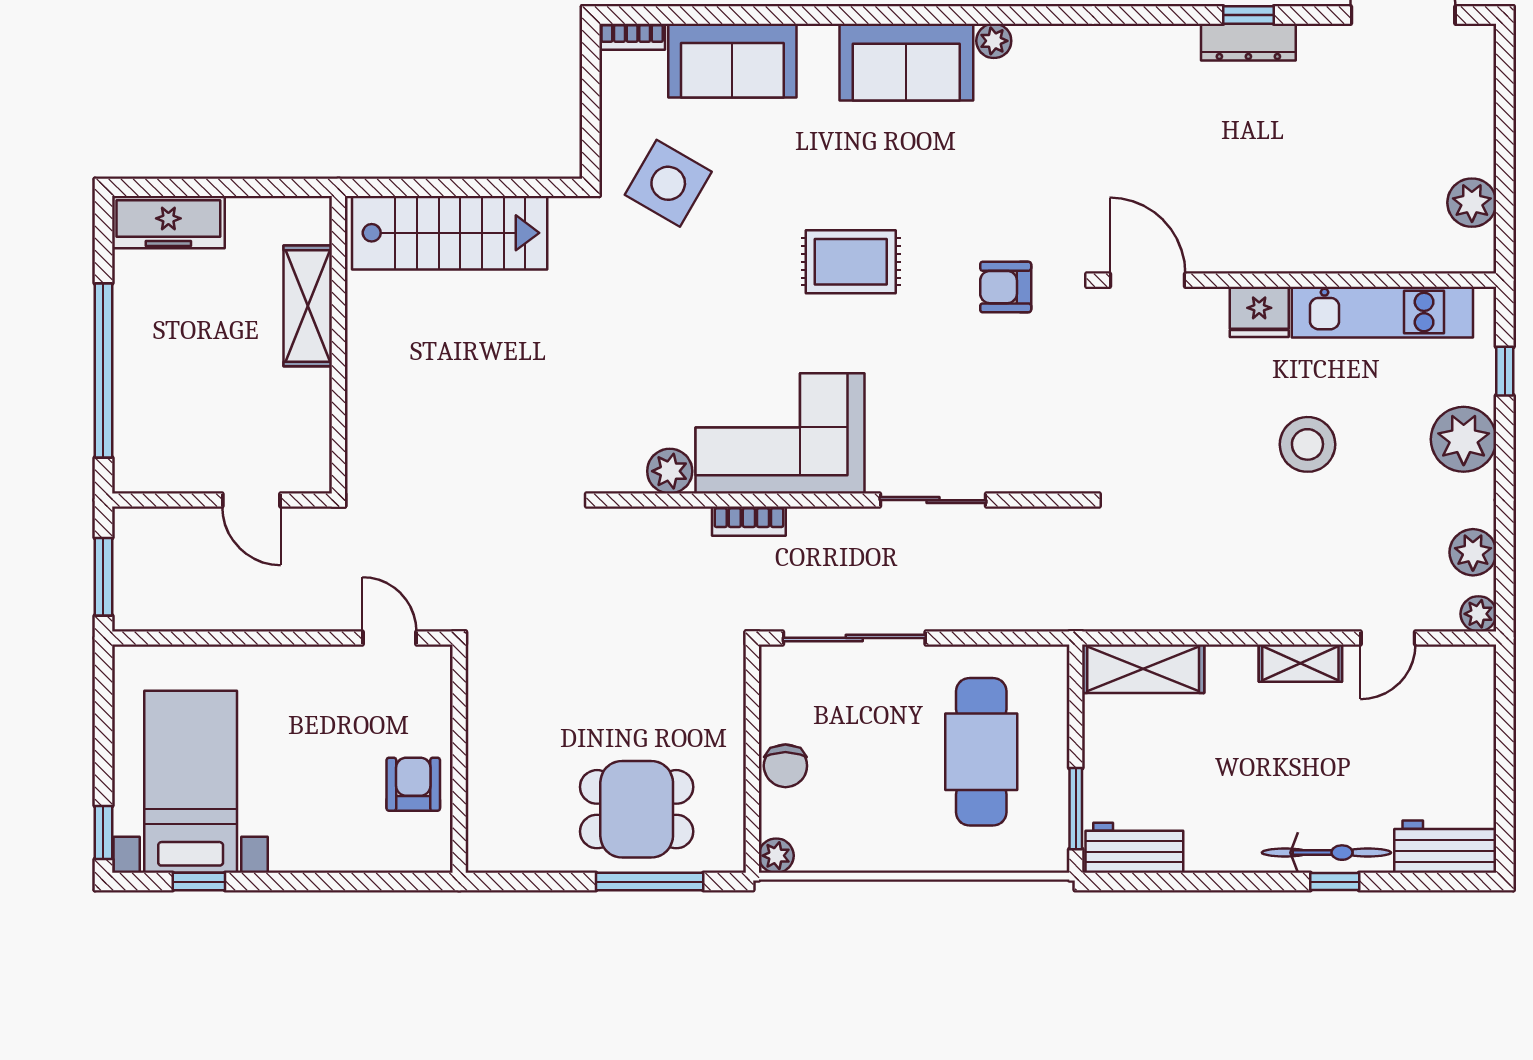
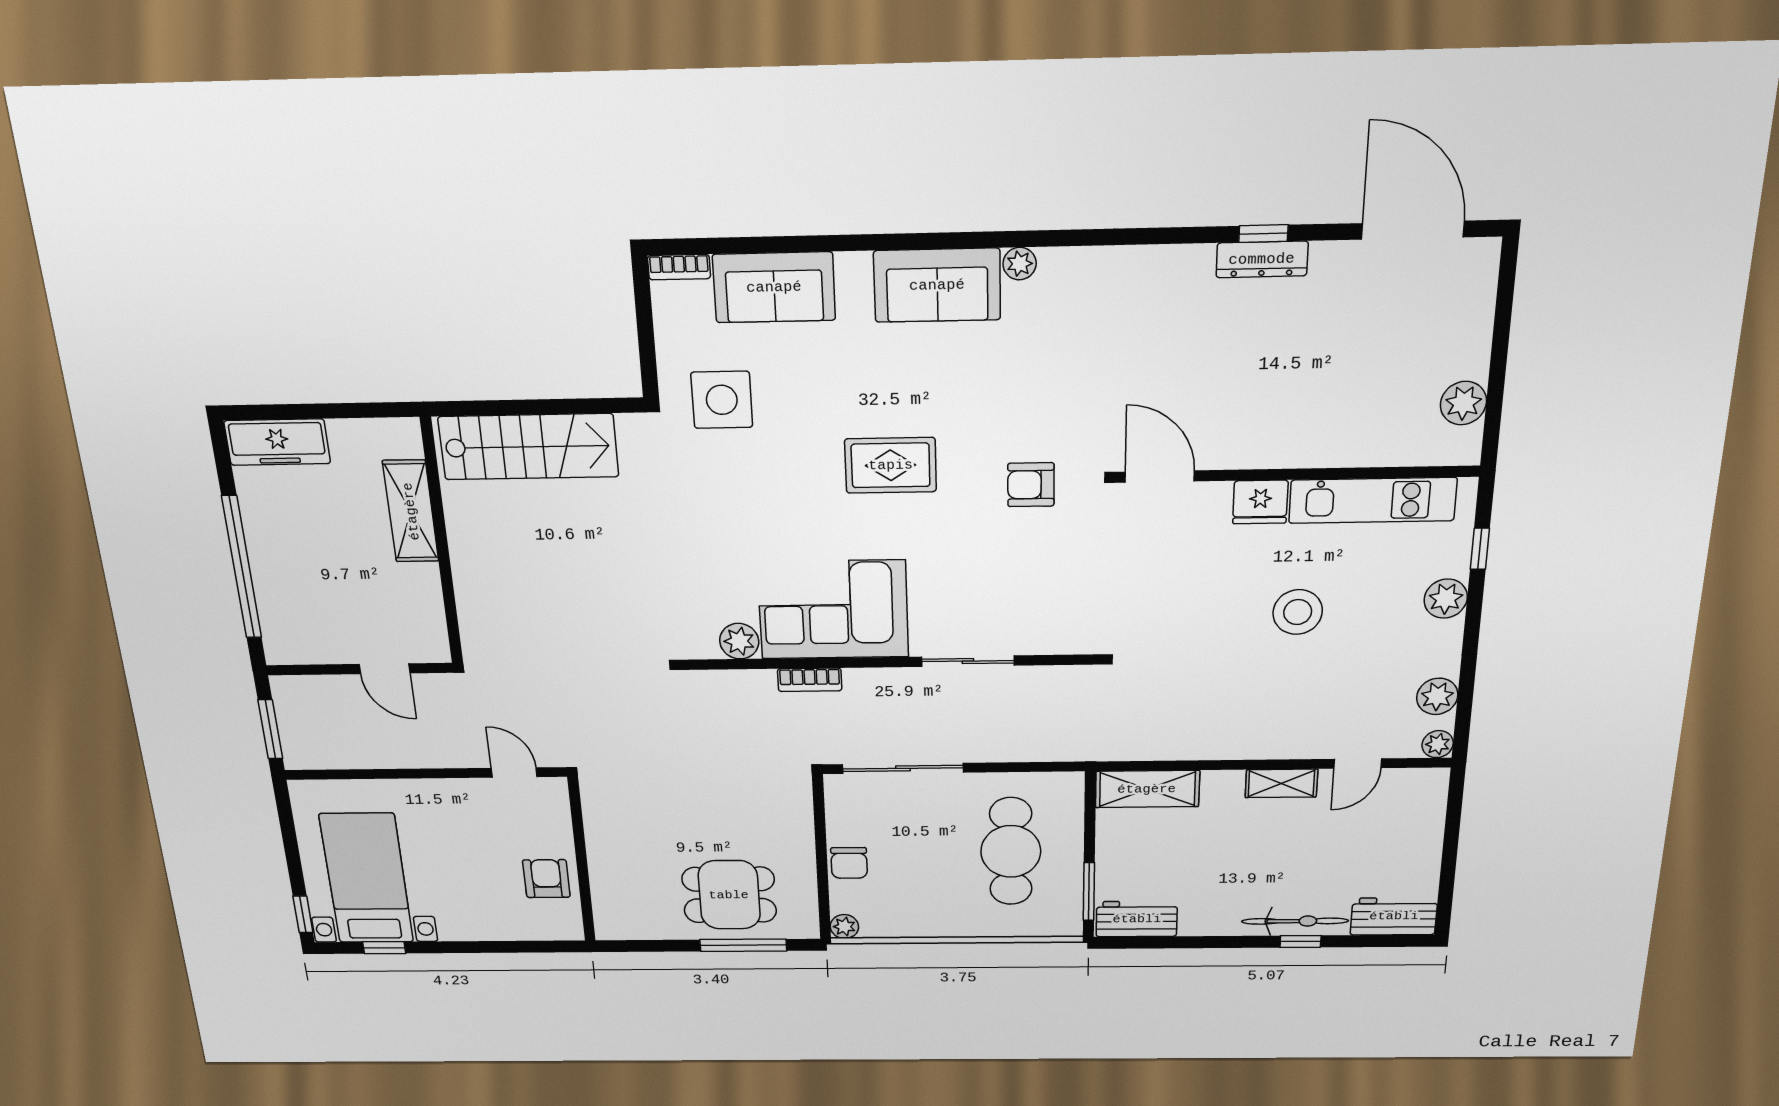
side table: (668, 183) -> (722, 400), turned -30
plant: (1464, 439) -> (1446, 599), width x0.73, depth x0.73

